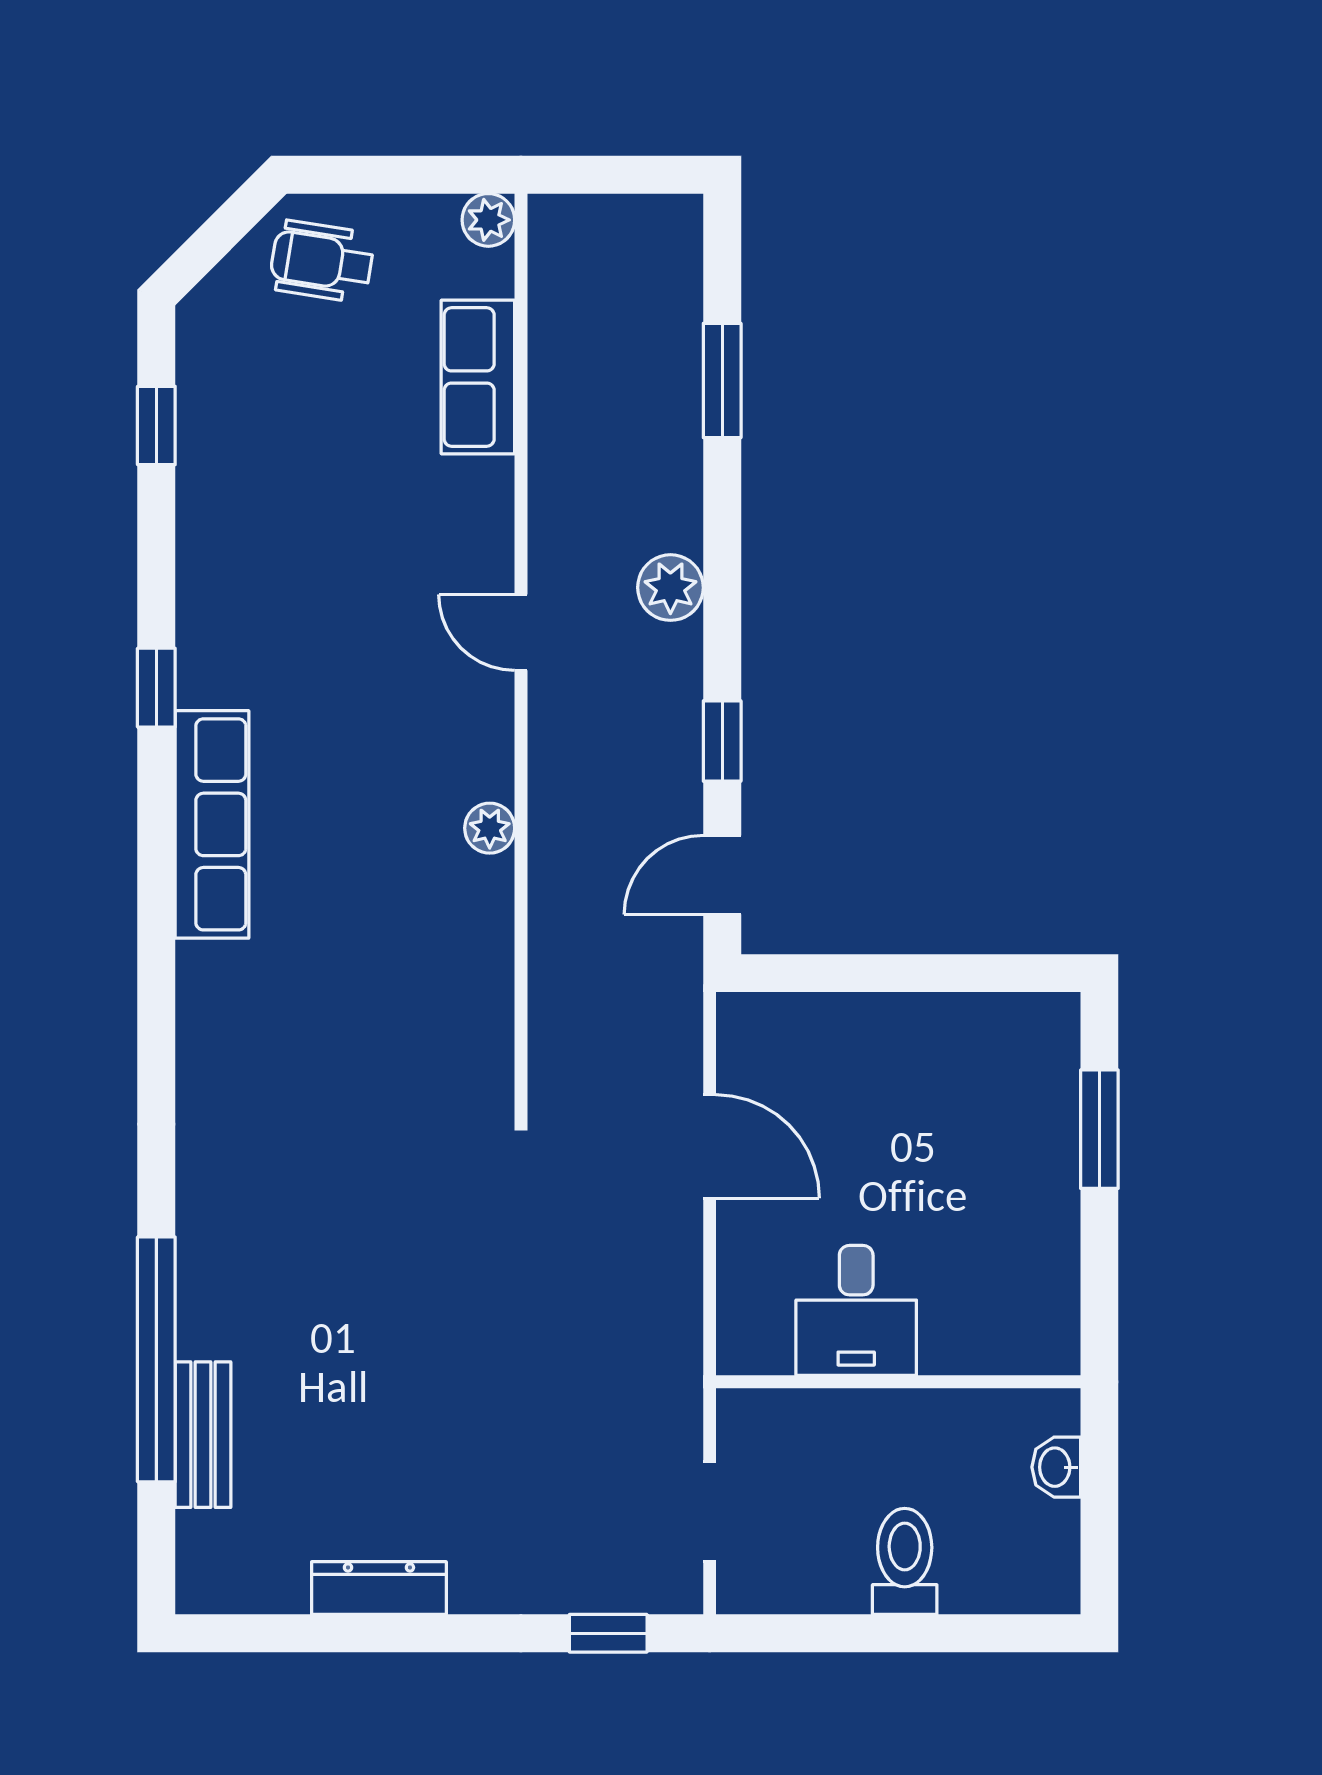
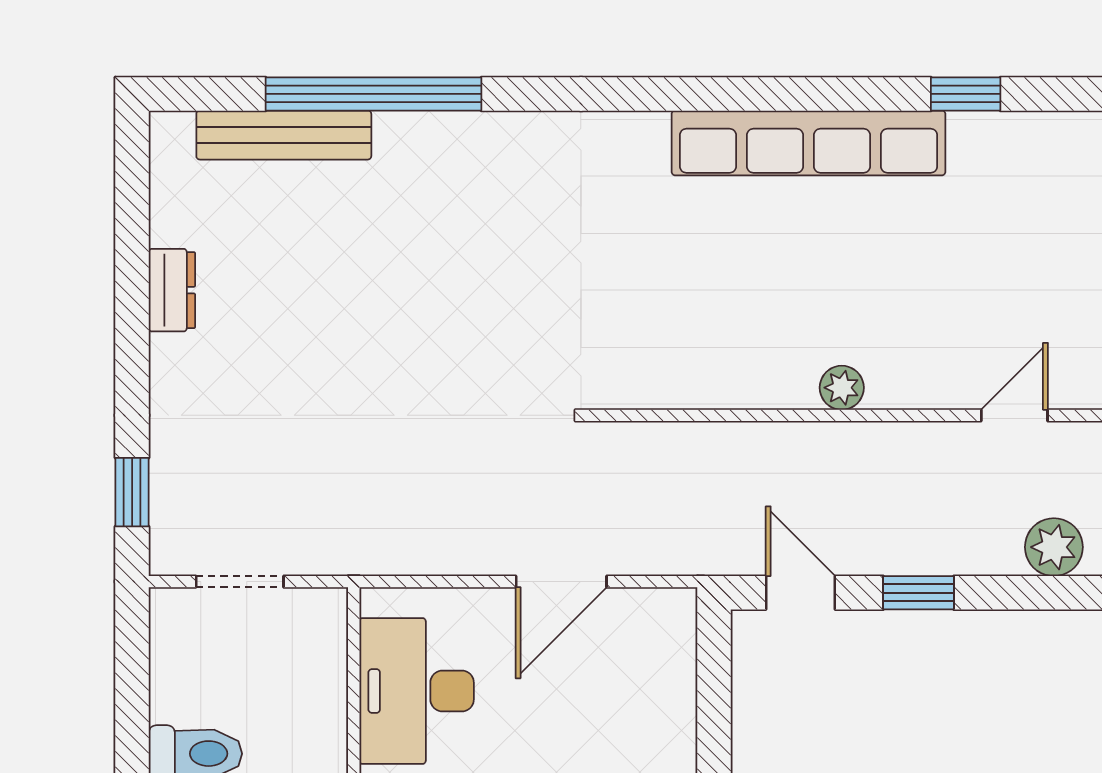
row of seats: (212, 824) -> (809, 143), width x1.36
desk: (856, 1310) -> (417, 691), width x1.37
bench: (203, 1435) -> (284, 135), width x1.36
dresser: (379, 1588) -> (172, 290), width x0.70

